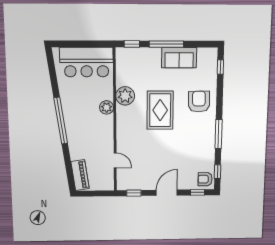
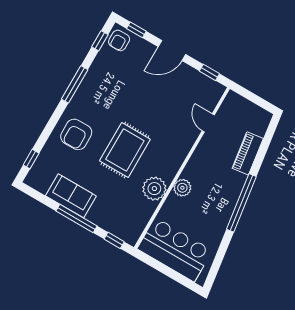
piano: (80, 175) -> (248, 153), moved
armchair: (205, 179) -> (119, 40), turned 90

